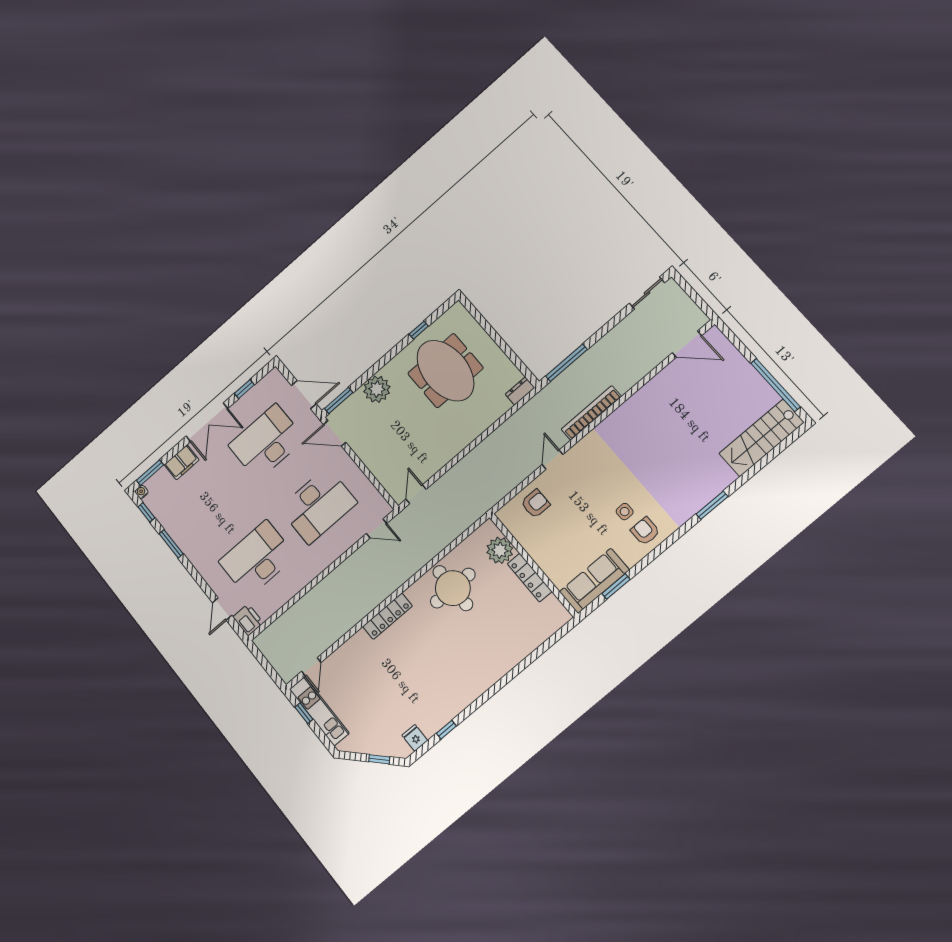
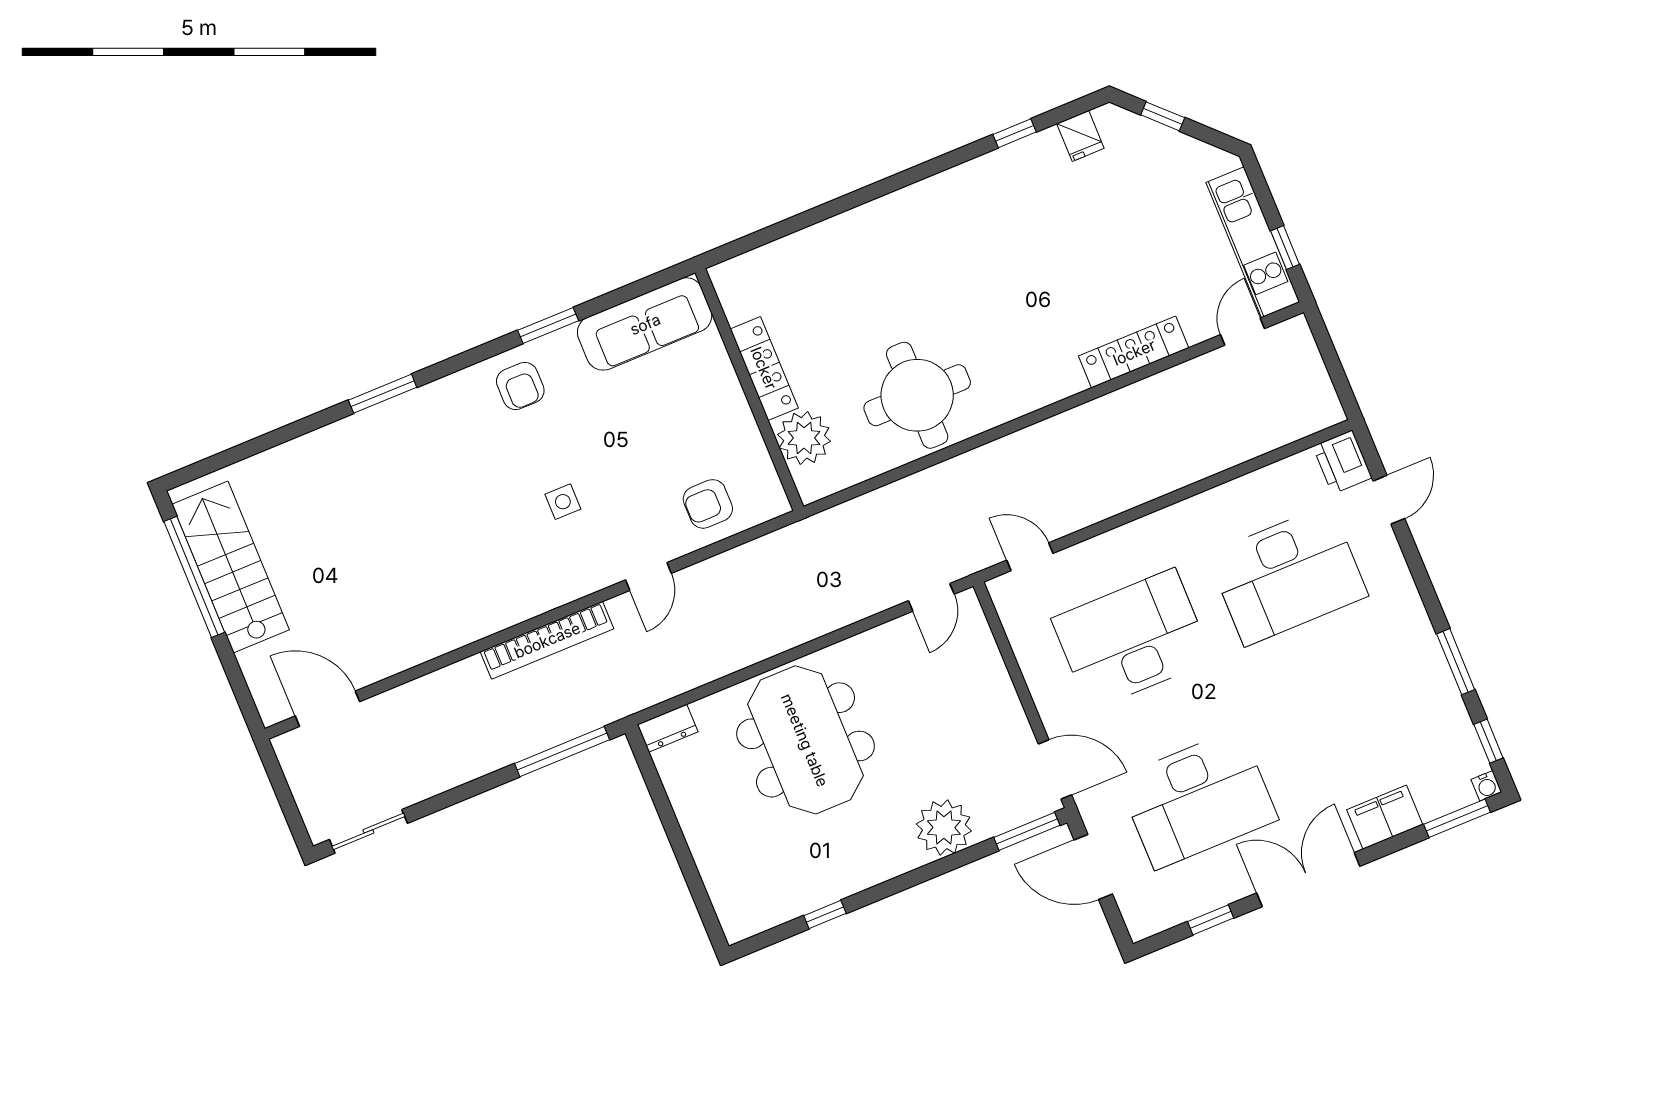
meeting table: (445, 371) -> (805, 740), moved
stairs: (761, 438) -> (231, 567), moved, turned -90
side table: (625, 512) -> (563, 502), moved
window: (616, 586) -> (548, 325), moved
locker: (388, 616) -> (1134, 352), moved

